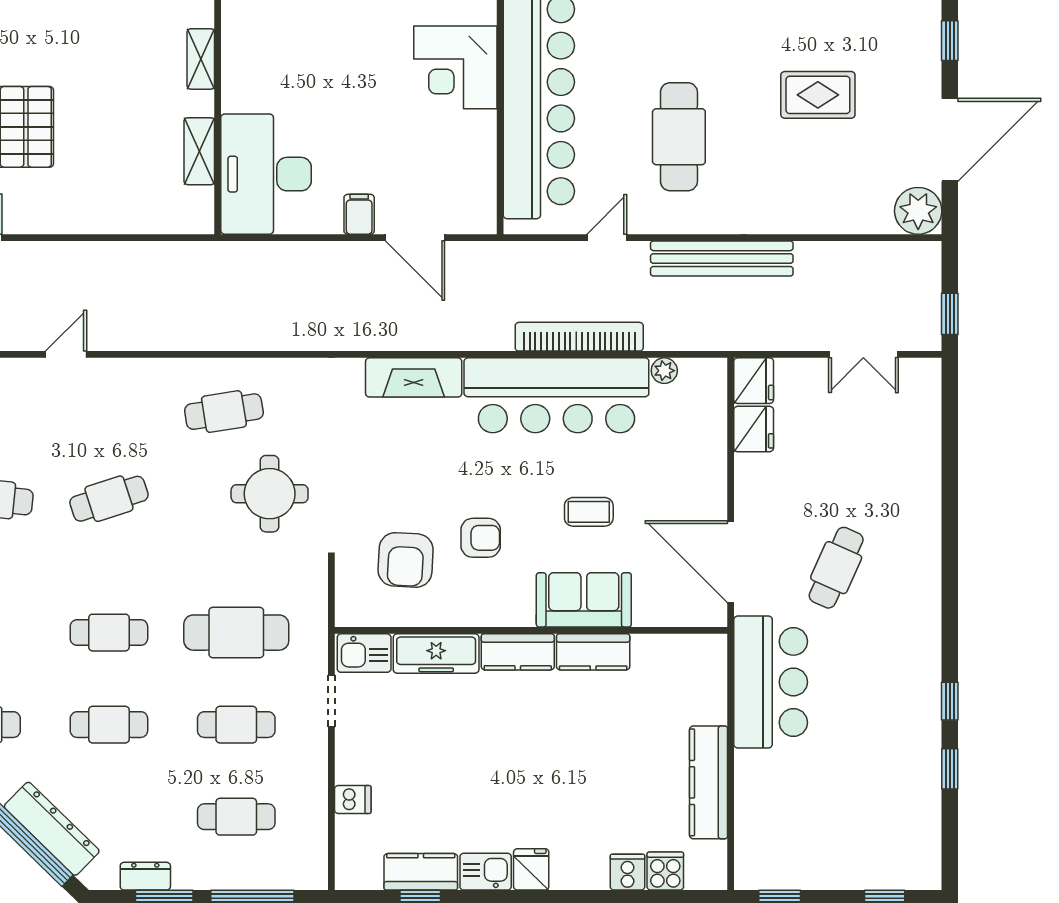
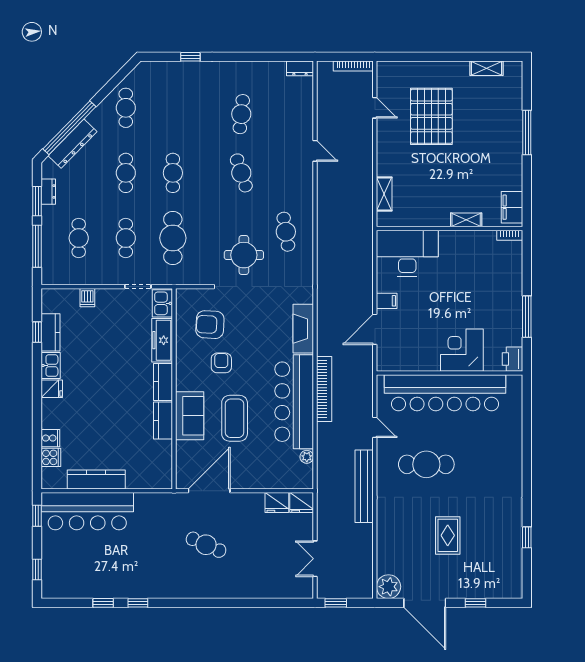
shelving: (199, 151) -> (384, 194), moved, turned 90
bookcase: (579, 337) -> (324, 389), moved
coffee table: (589, 512) -> (235, 418), width x1.86, depth x1.72
armchair: (481, 538) -> (221, 363), turned 180
bar counter: (771, 682) -> (87, 511), moved, width x1.36

